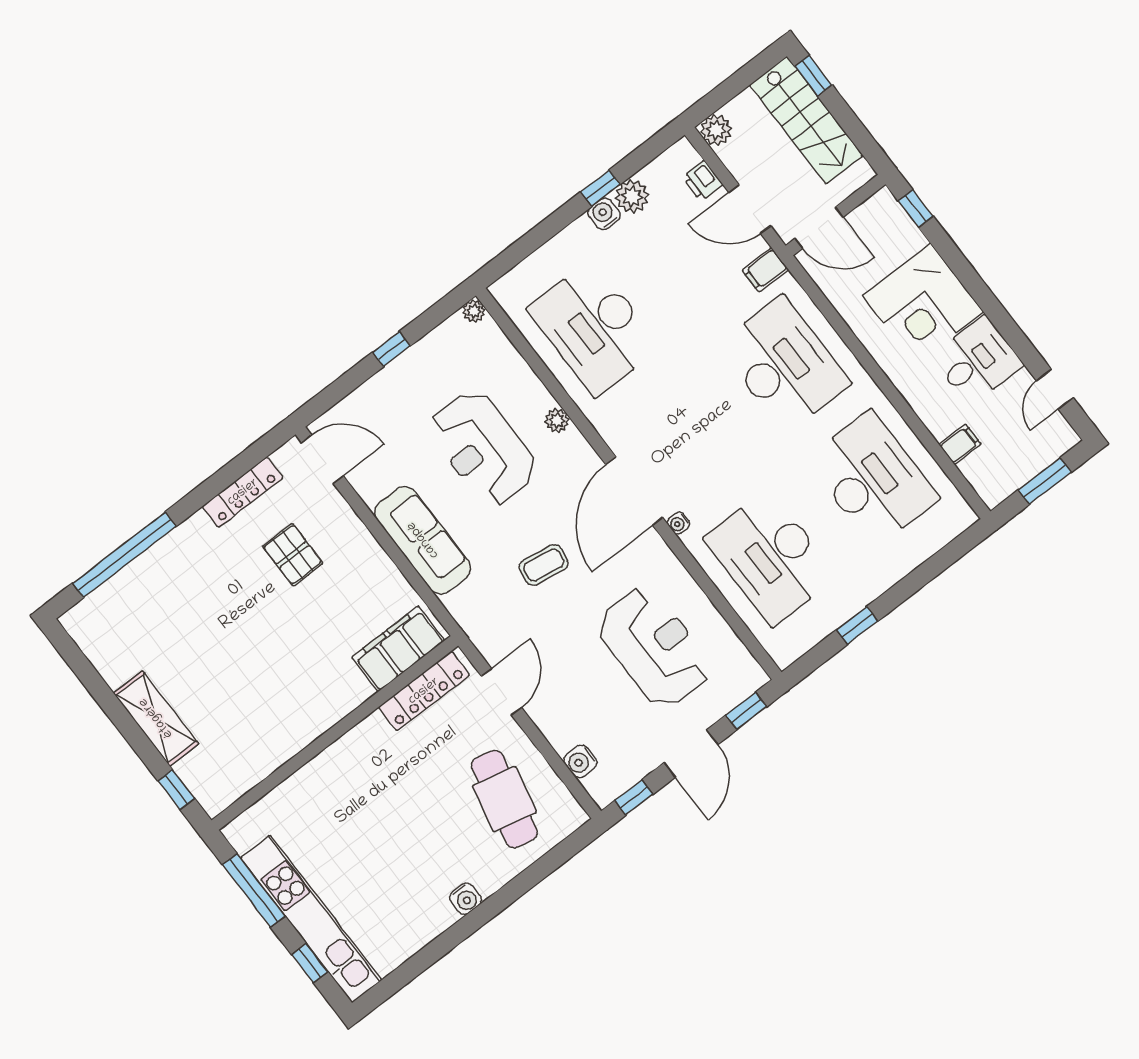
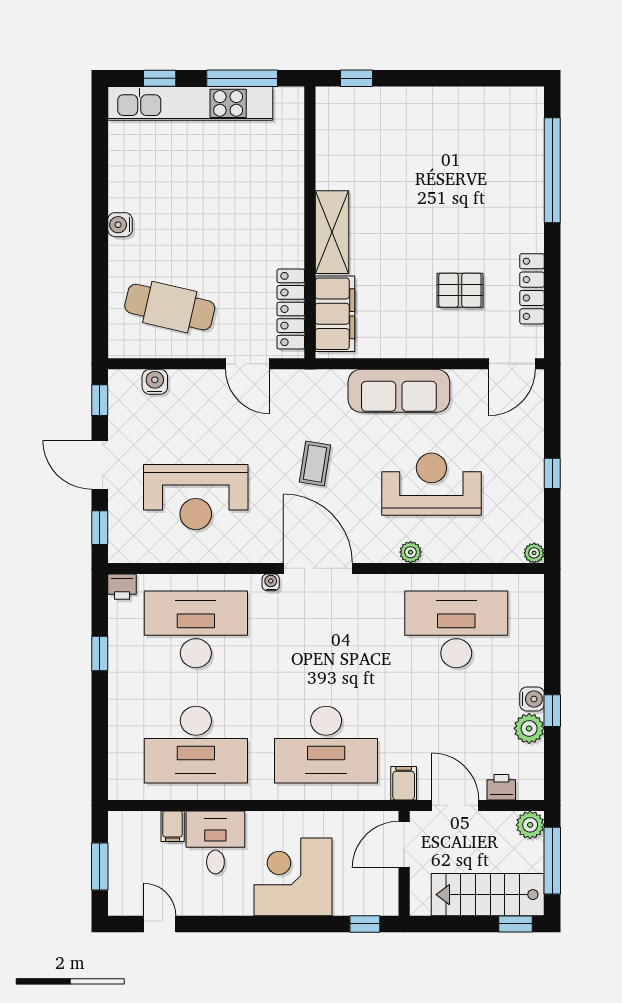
window: (733, 86) -> (552, 861), added
door: (750, 209) -> (455, 805), hinge flipped
desk: (977, 361) -> (215, 842), moved, turned 180
printer: (783, 651) -> (122, 587), added
shelving: (156, 718) -> (332, 232), moved, turned 90

